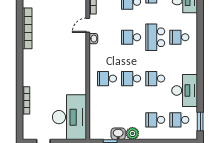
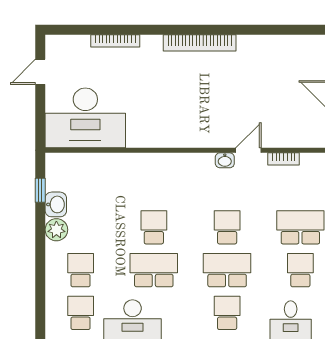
door: (88, 25) -> (248, 150), hinge flipped
bookcase: (27, 28) -> (200, 43), moved
school desk: (107, 79) -> (154, 185), removed
school desk: (155, 79) -> (154, 270), width x1.85

